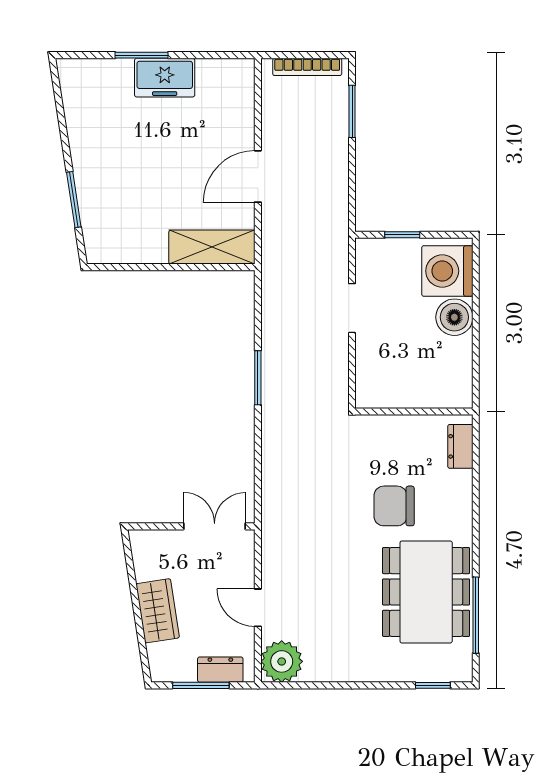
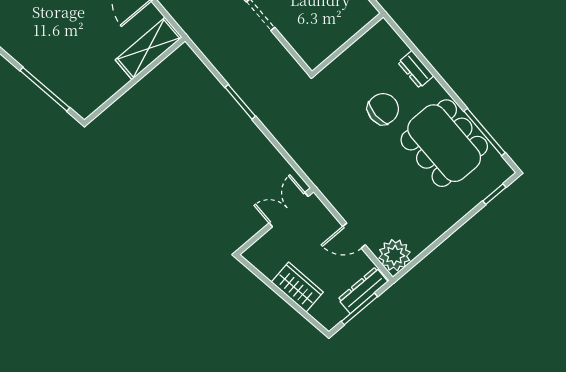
window: (74, 200) -> (45, 89), width x1.44
dresser: (460, 446) -> (416, 69), moved
chair: (394, 506) -> (383, 109), turned 180
dresser: (220, 670) -> (363, 290), width x1.44

